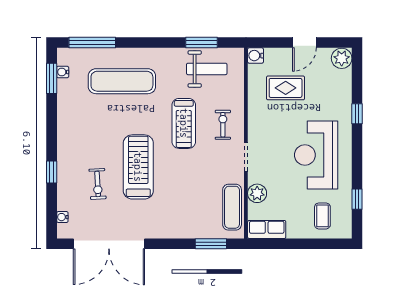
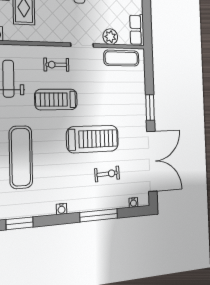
water cooler: (63, 72) -> (62, 209), moved
treadmill: (184, 123) -> (56, 100), turned 180
treadmill: (138, 167) -> (93, 139), turned 180
window: (52, 172) -> (99, 215), width x2.17
window: (211, 244) -> (150, 107), moved

